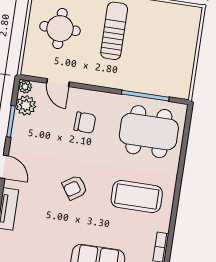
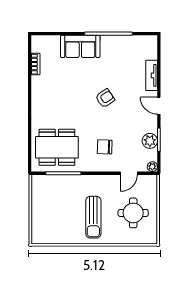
door: (58, 83) -> (129, 173), swing flipped
plant: (26, 105) -> (150, 141), moved
coffee table: (137, 197) -> (59, 99), removed

